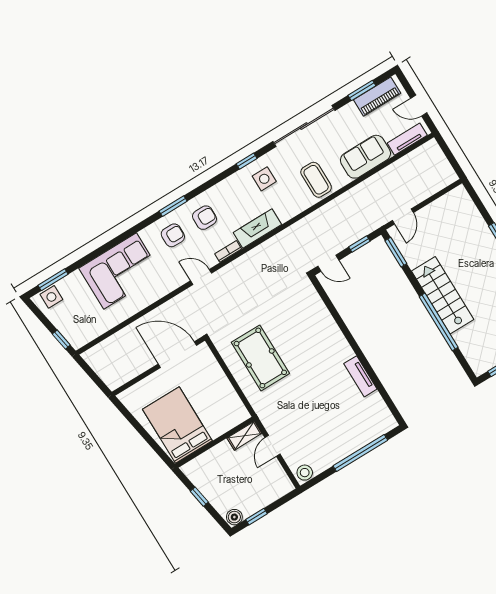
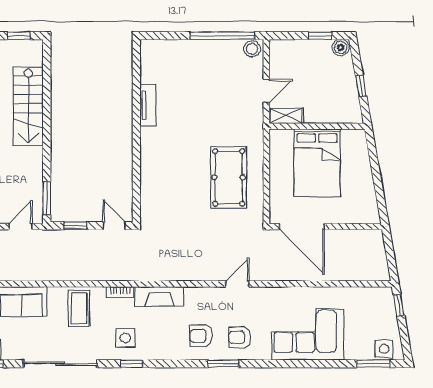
bookcase: (228, 251) -> (120, 292), moved
door: (201, 277) -> (237, 284), swing flipped
stairs: (443, 295) -> (28, 106), moved
window: (439, 322) -> (47, 111), removed
bed: (177, 425) -> (317, 163), moved
window: (360, 453) -> (222, 36), moved

